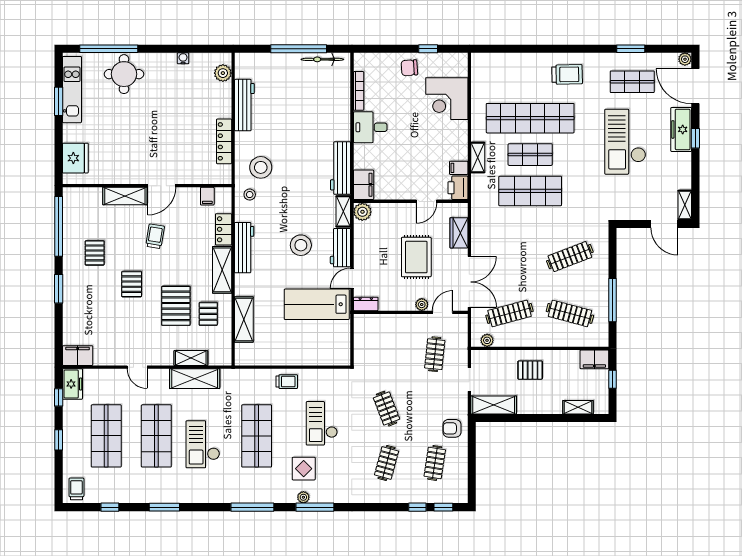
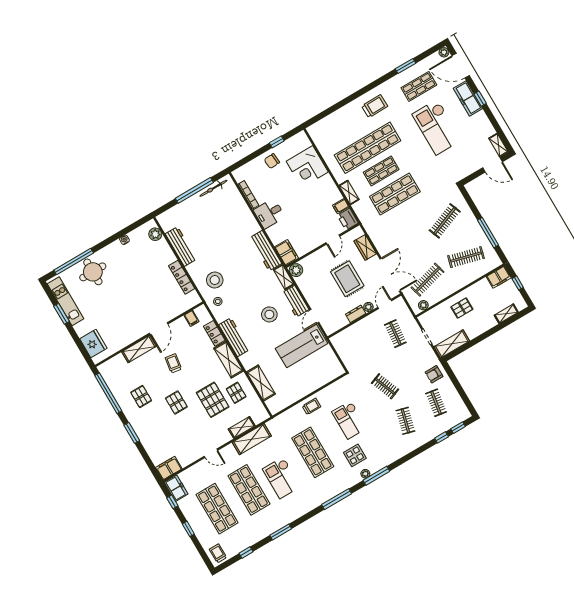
dresser: (366, 304) -> (356, 314), moved

